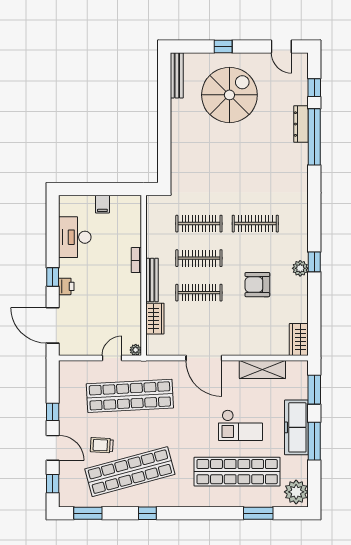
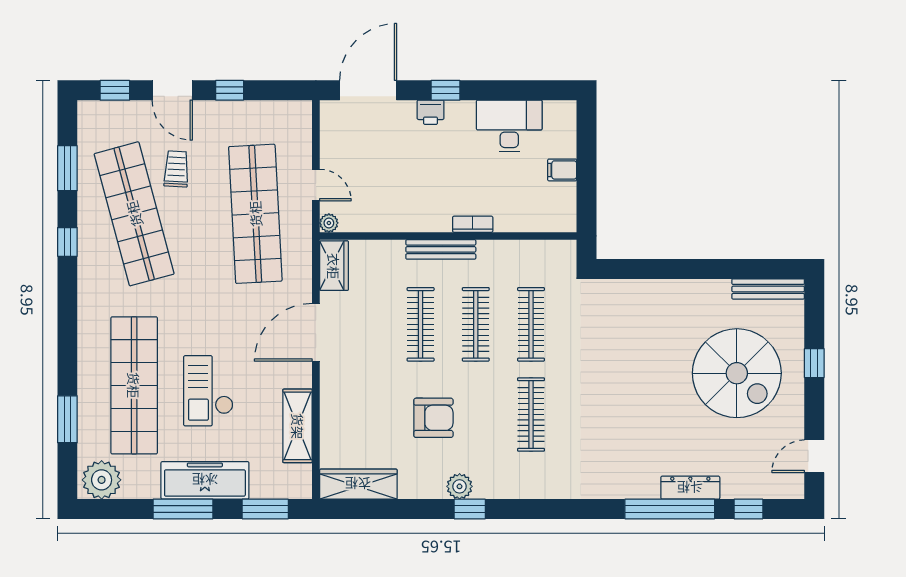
armchair: (257, 285) -> (433, 418), turned 90
wardrobe: (155, 319) -> (334, 266), moved, turned -90
wardrobe: (299, 340) -> (358, 484), width x1.50
door: (53, 448) -> (172, 90), hinge flipped
window: (88, 513) -> (67, 168), moved

